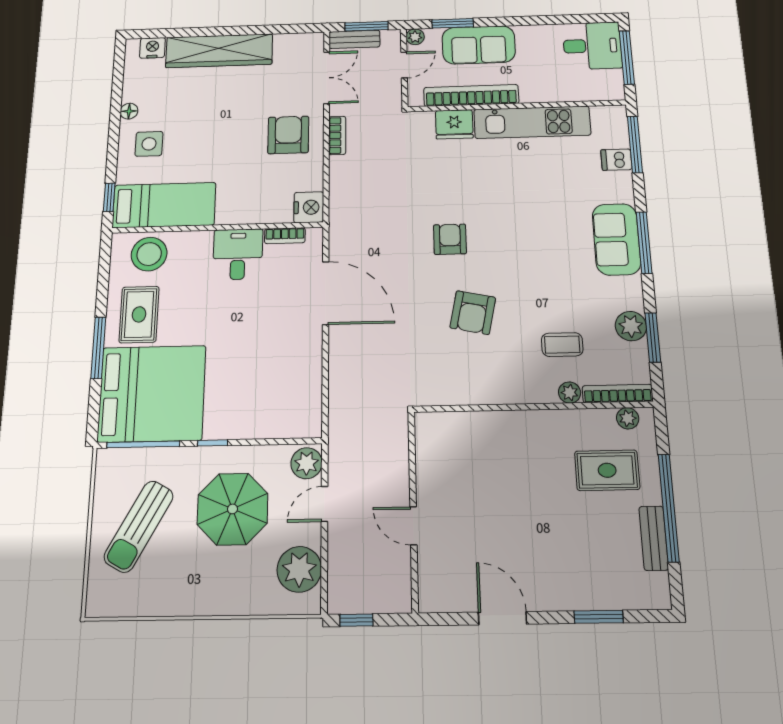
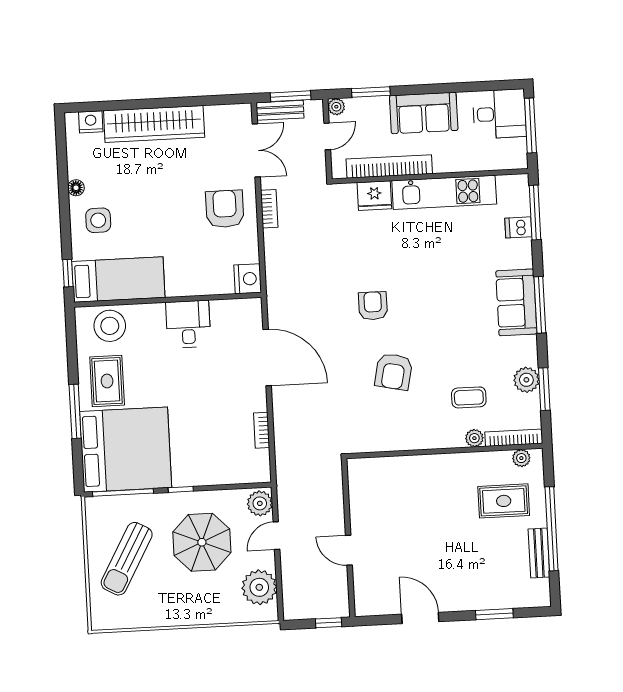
sofa: (479, 45) -> (424, 113), moved
bookcase: (285, 236) -> (262, 430), moved, turned 90
window: (356, 620) -> (329, 623), moved

